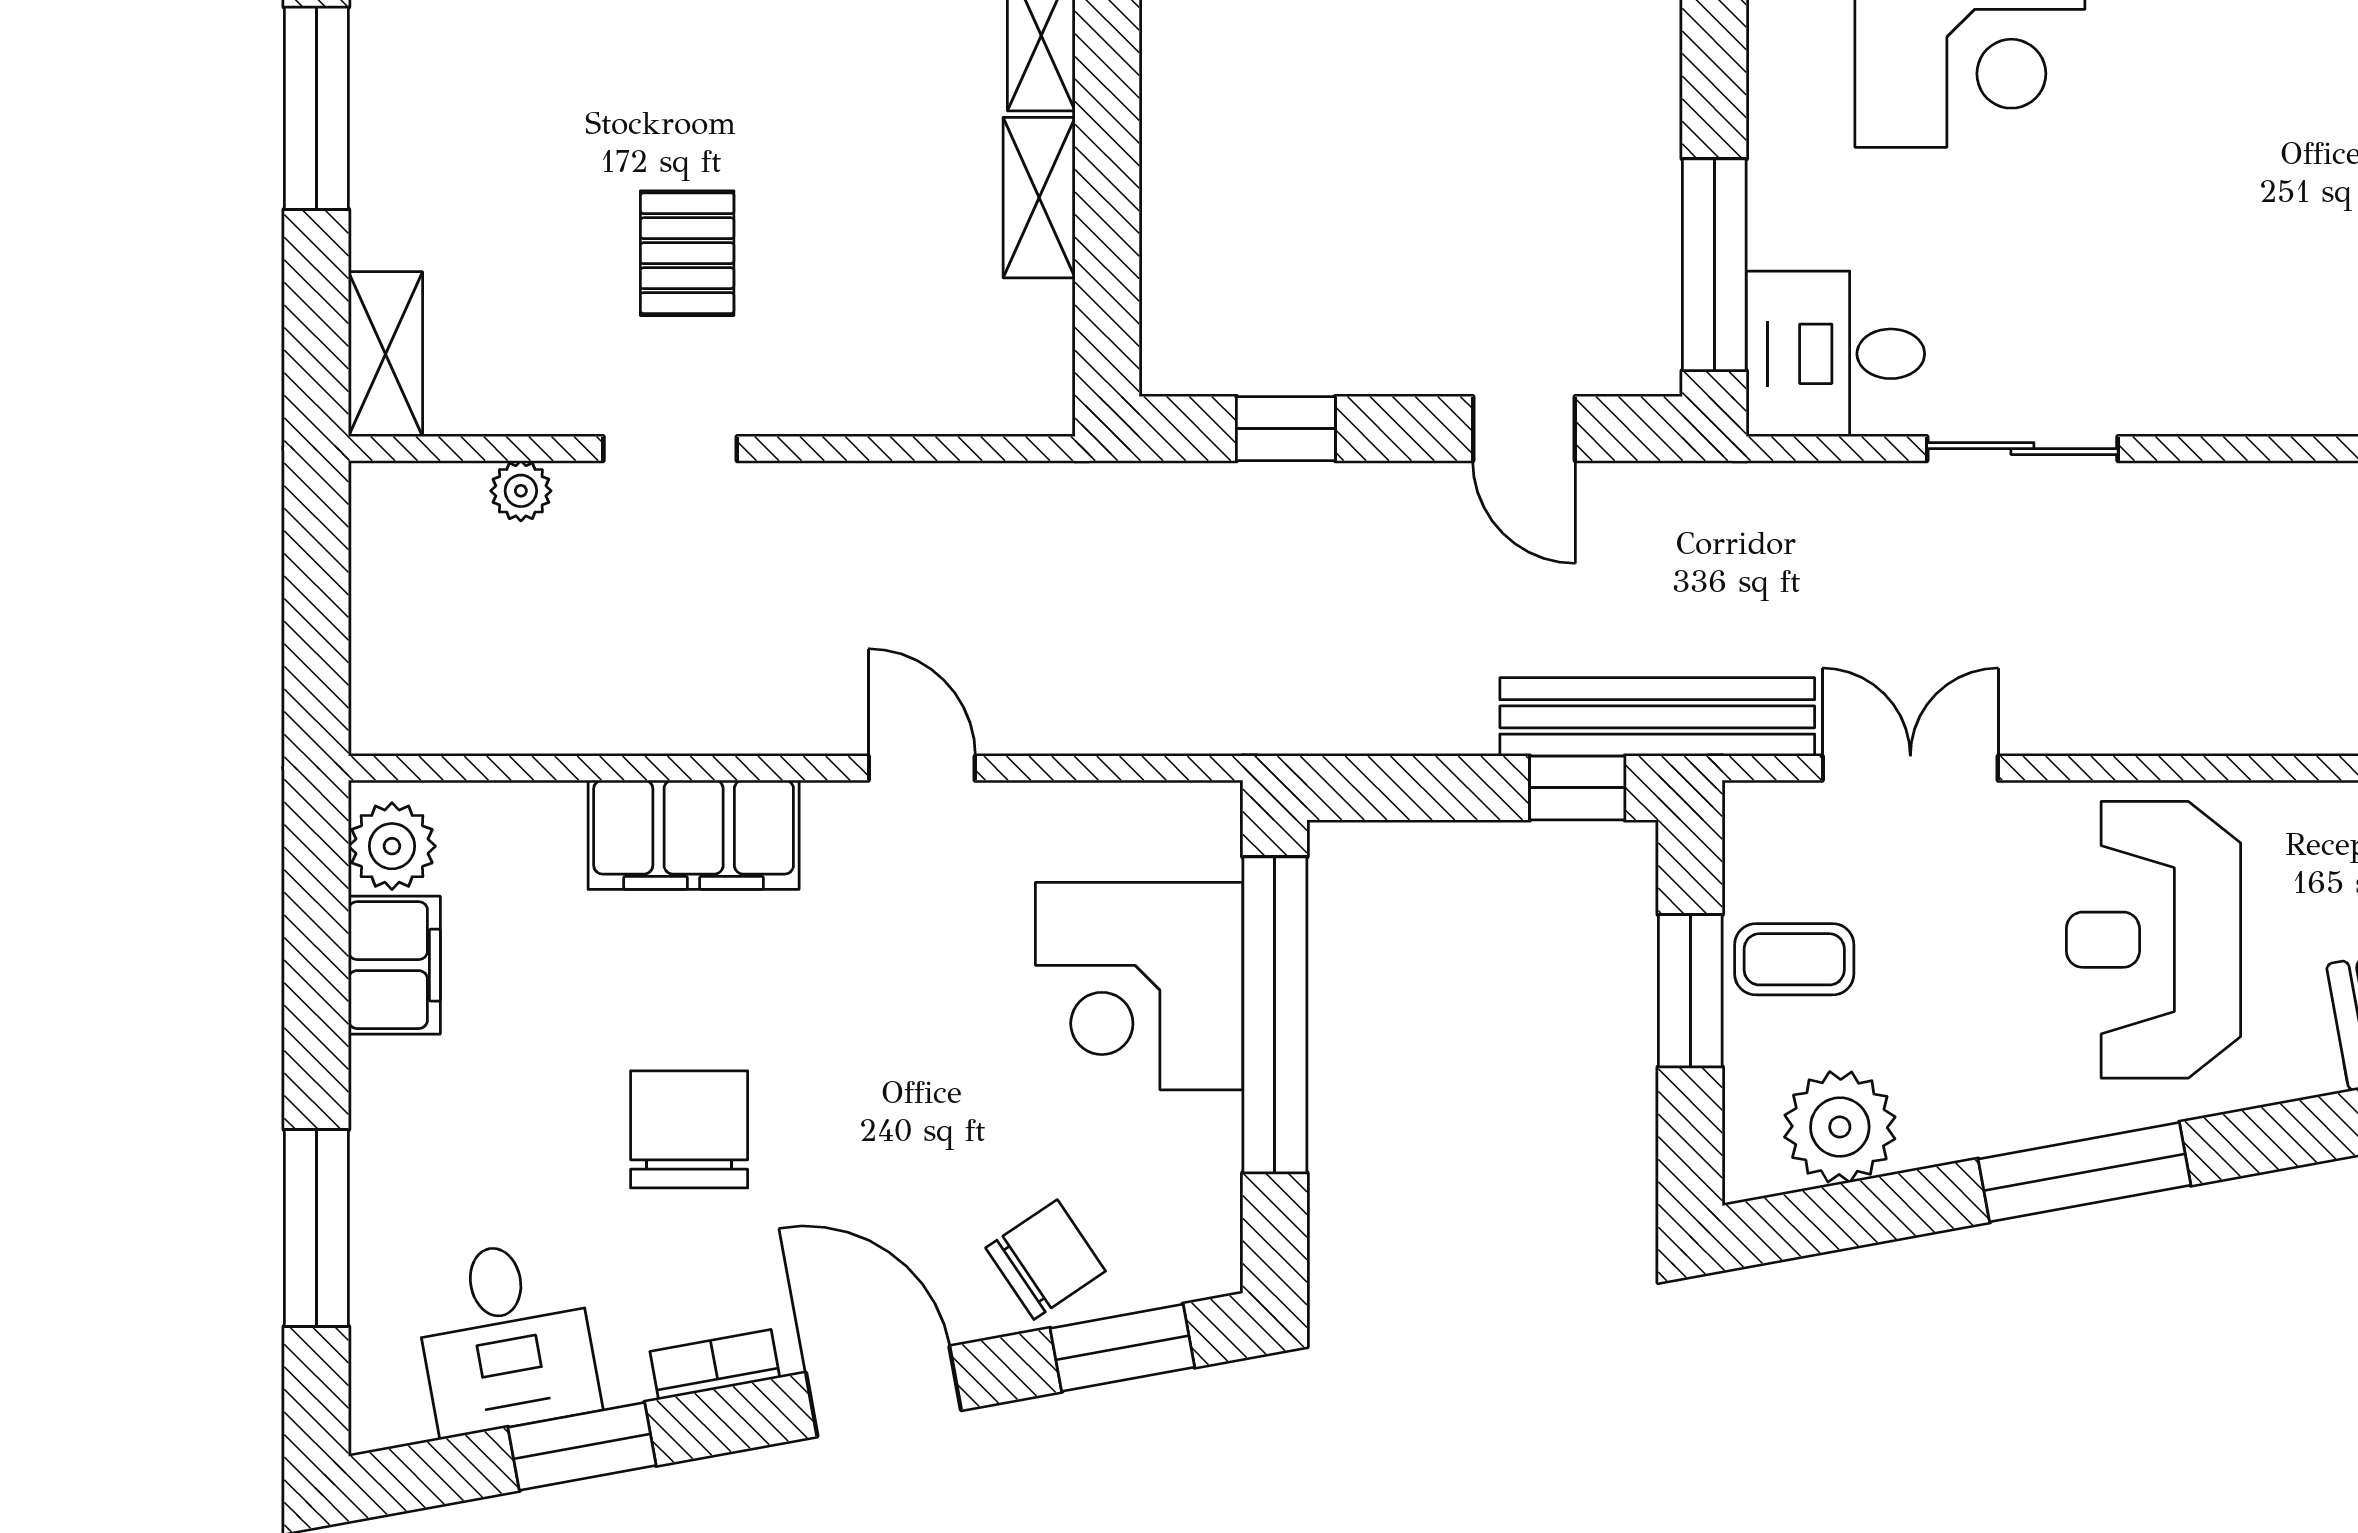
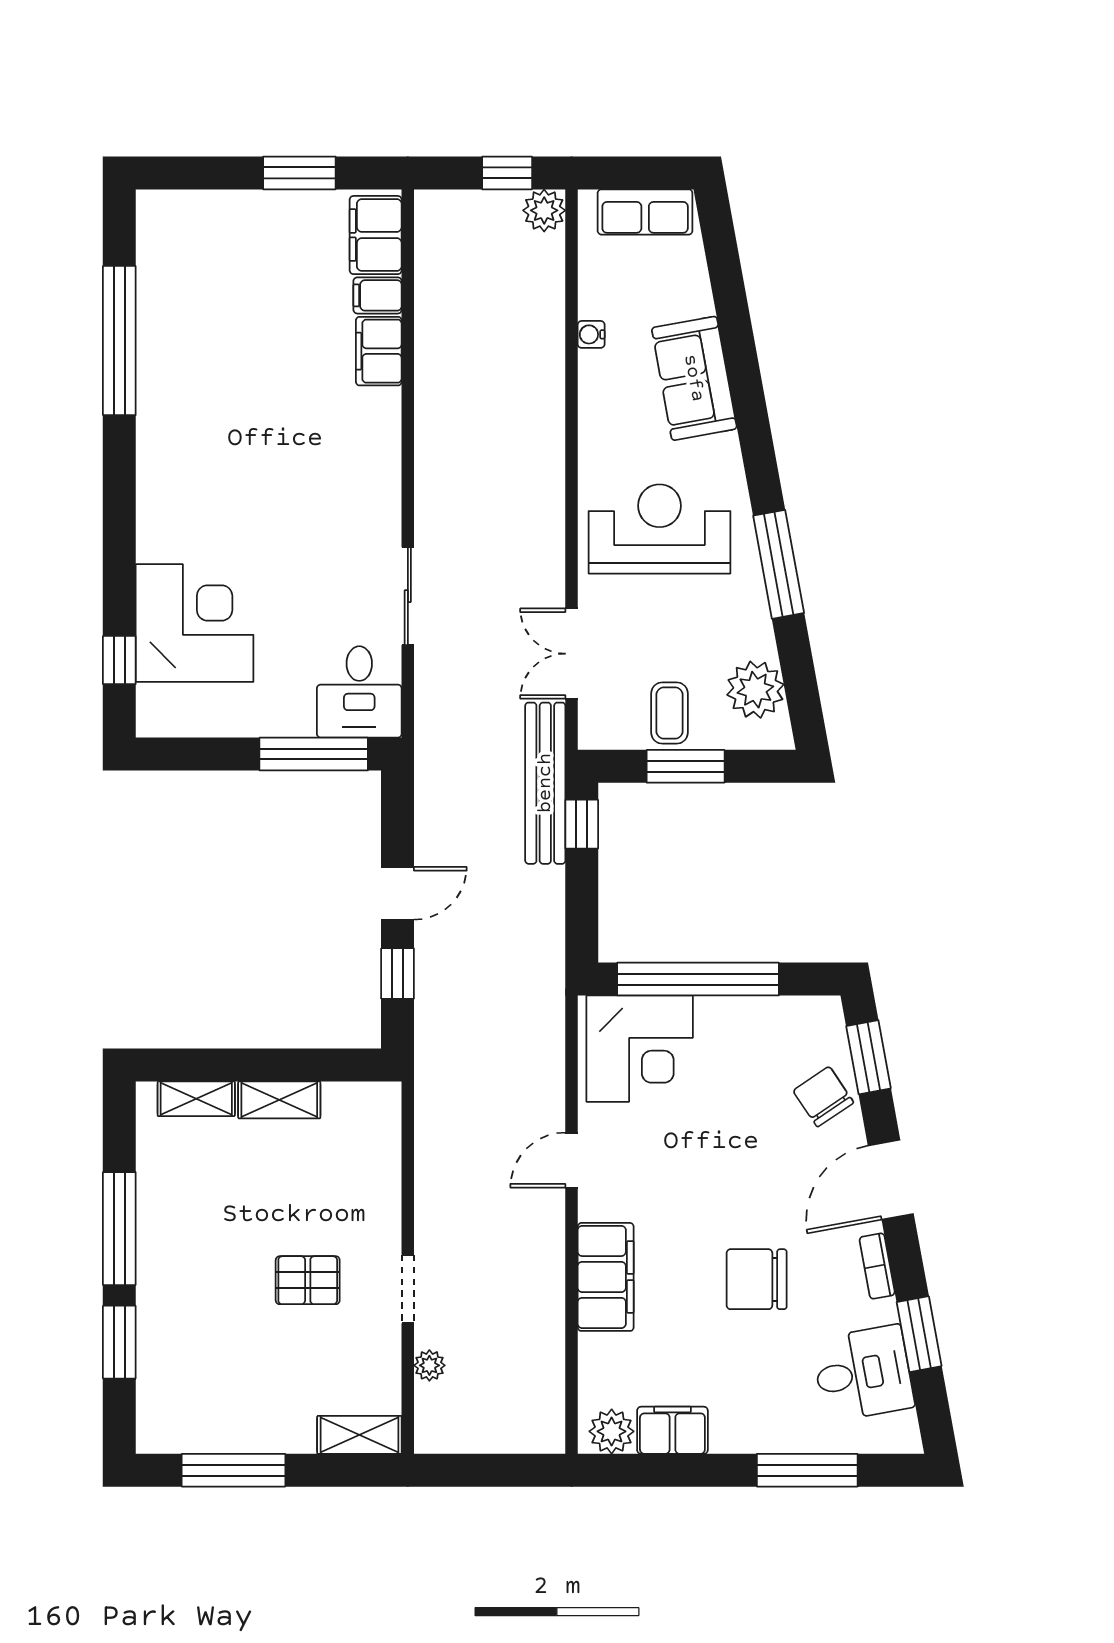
door: (1524, 429) -> (398, 893), moved
reception desk: (2153, 940) -> (659, 529), turned 180
corner desk: (1139, 986) -> (640, 1049), moved

